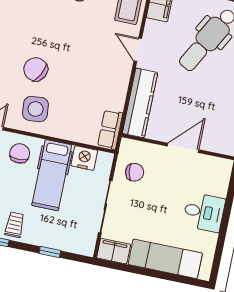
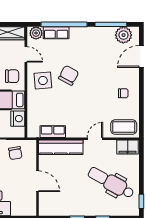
row of seats: (110, 130) -> (53, 132), moved

